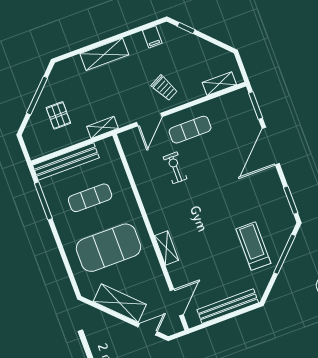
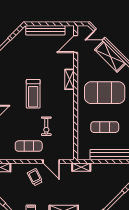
pallet: (58, 115) -> (105, 184), removed
door: (149, 120) -> (51, 161), swing flipped
treadmill: (253, 246) -> (33, 94), moved

